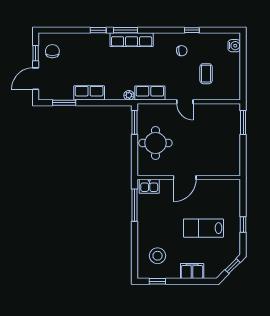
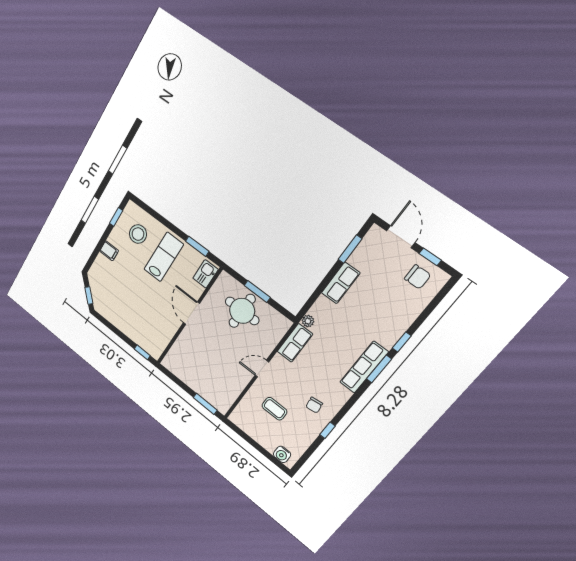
window: (134, 122) -> (257, 291), moved
window: (134, 205) -> (197, 246), width x0.69
window: (243, 225) -> (142, 352), moved
lab bench: (203, 228) -> (164, 257), moved
filing cabinet: (192, 271) -> (109, 251), width x0.50

